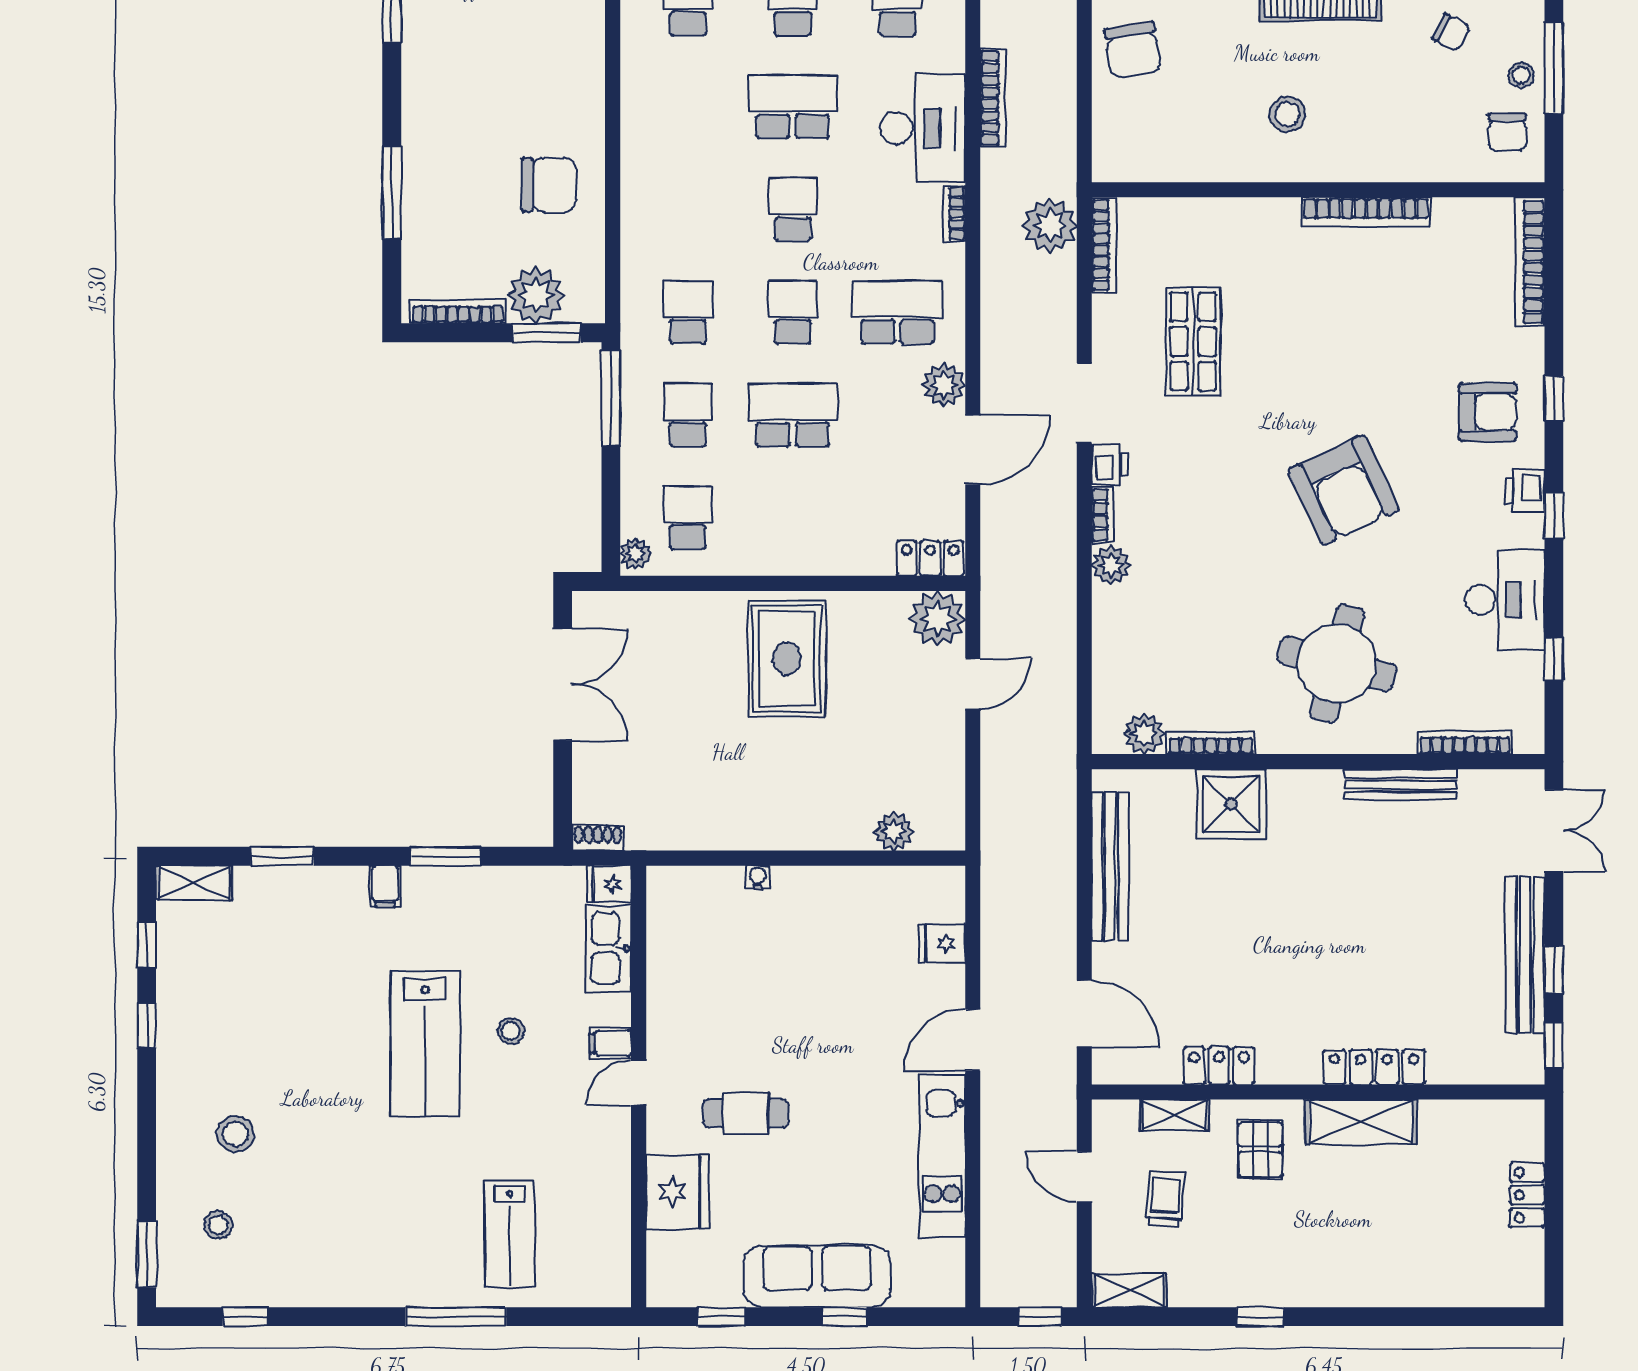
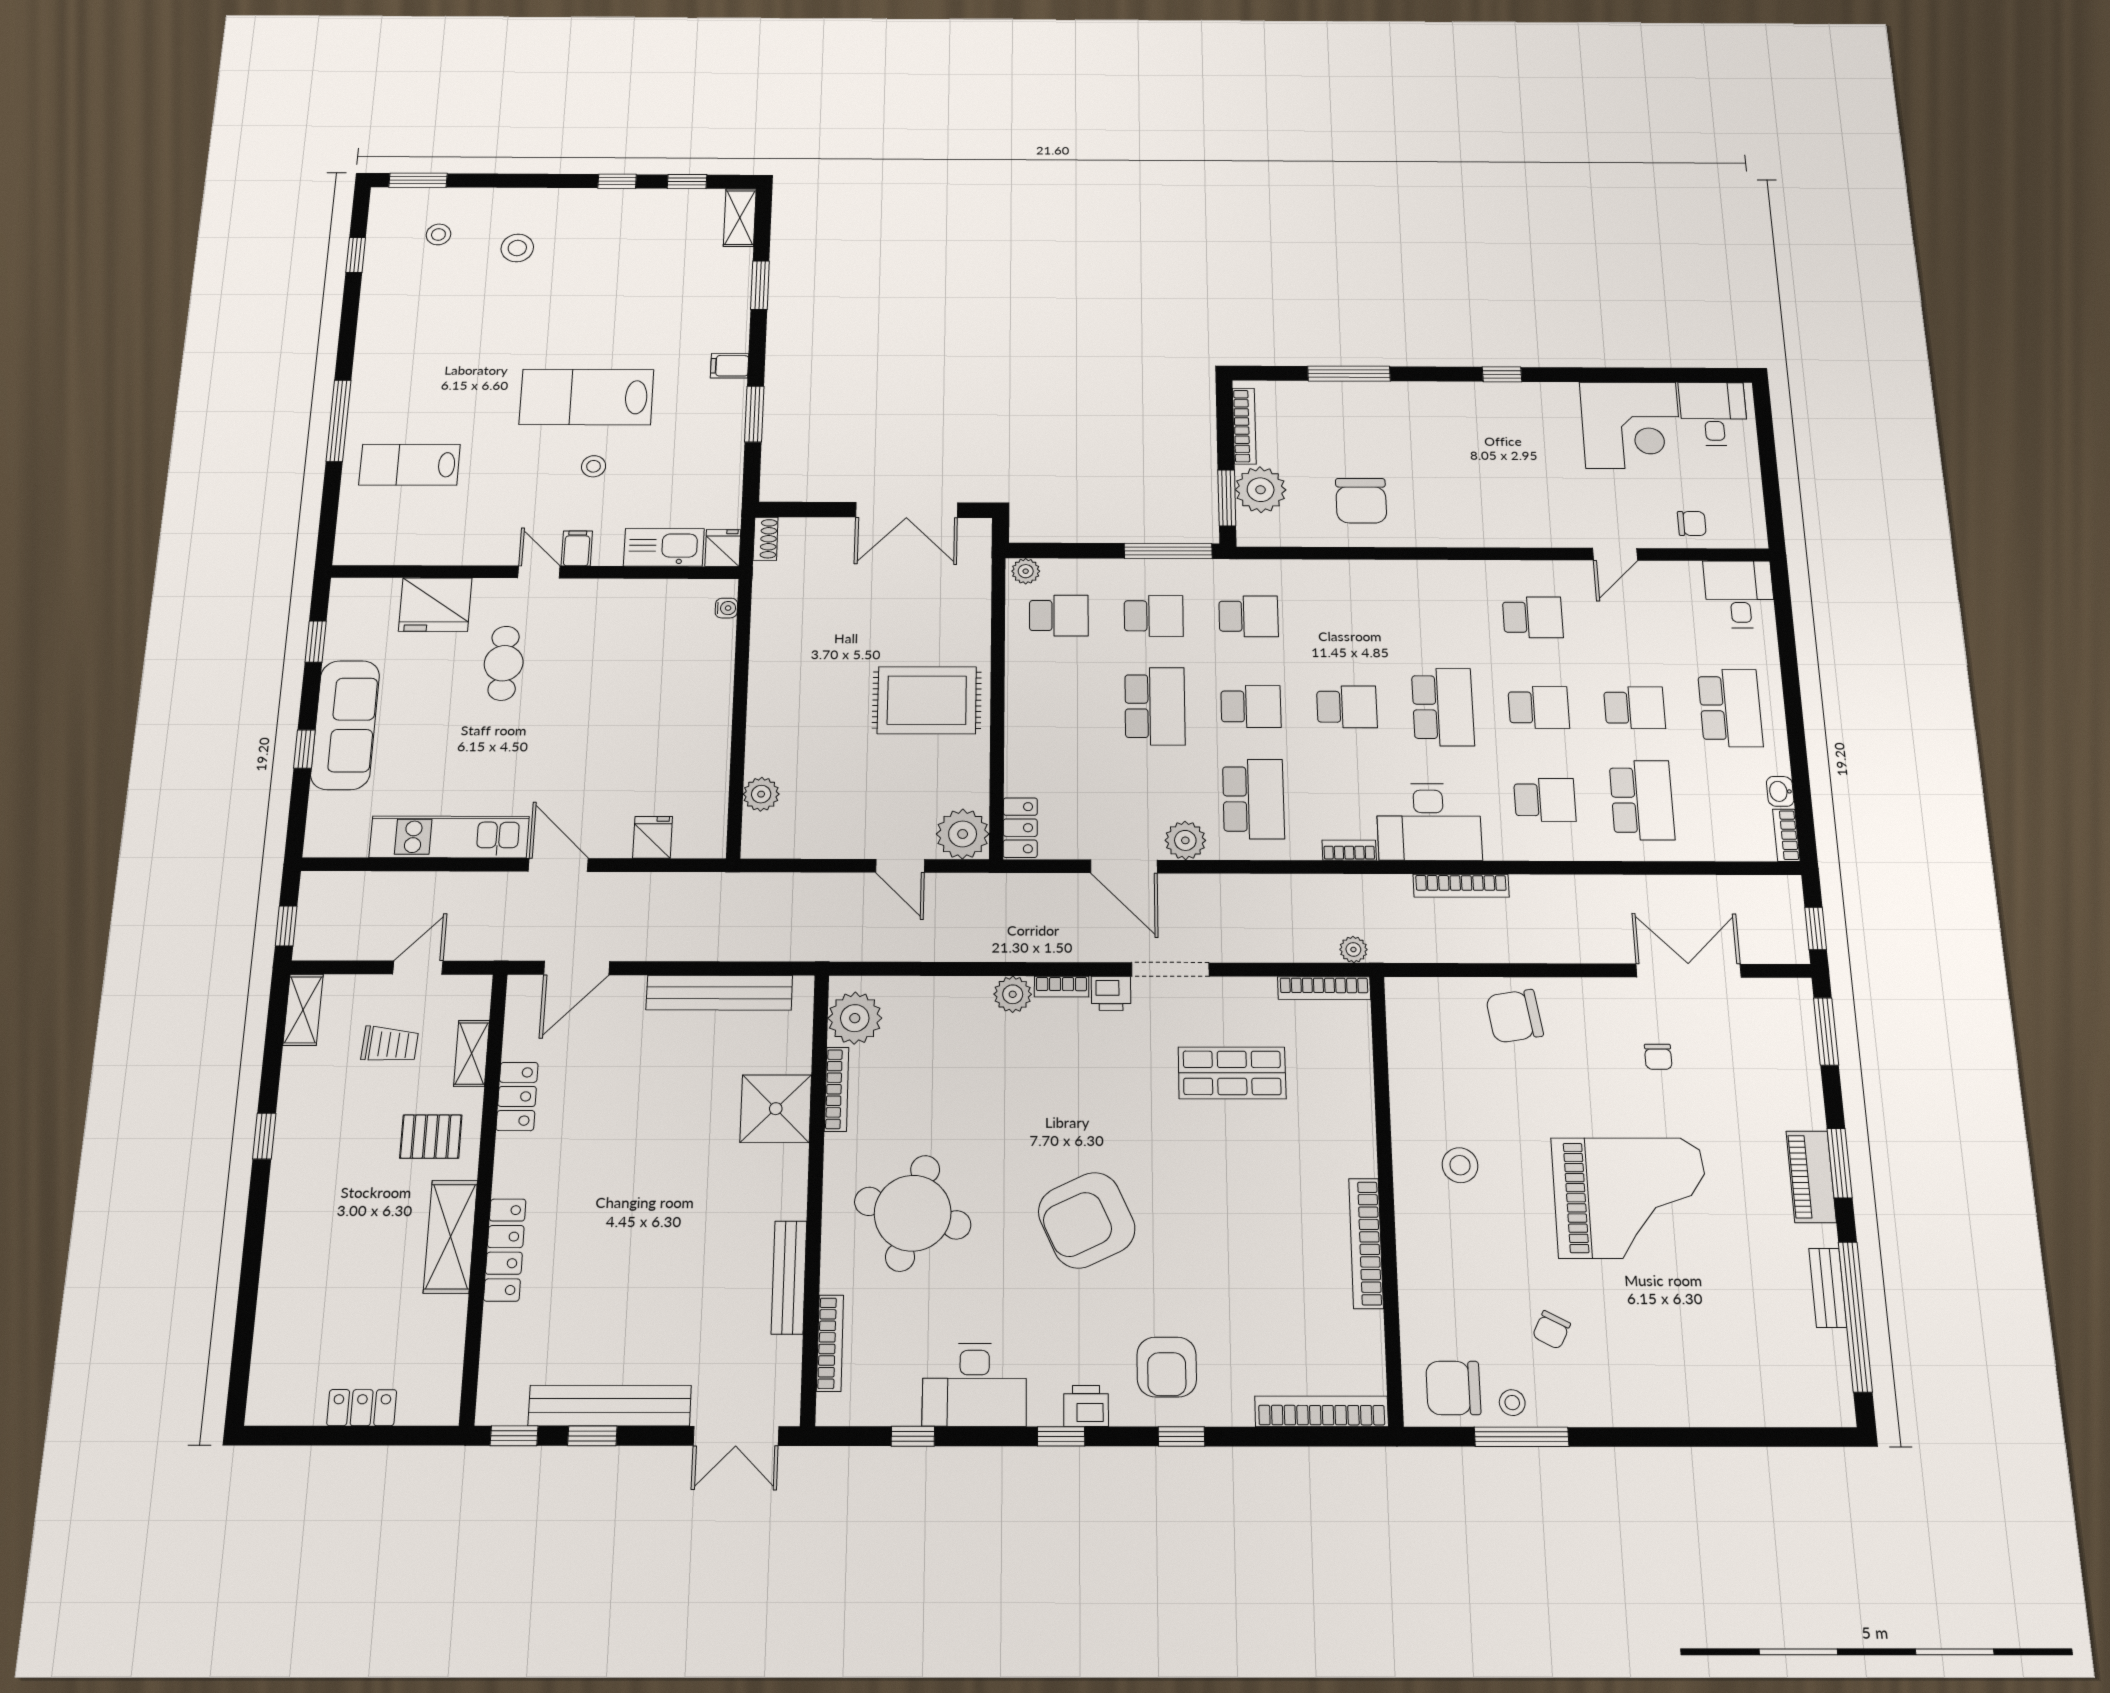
chair: (1507, 132) -> (1453, 1388), width x1.37, depth x1.37
plant: (1050, 226) -> (1353, 949), width x0.53, depth x0.53
plant: (1144, 734) -> (855, 1018), width x1.36, depth x1.36
water cooler: (758, 877) -> (726, 608), moved

